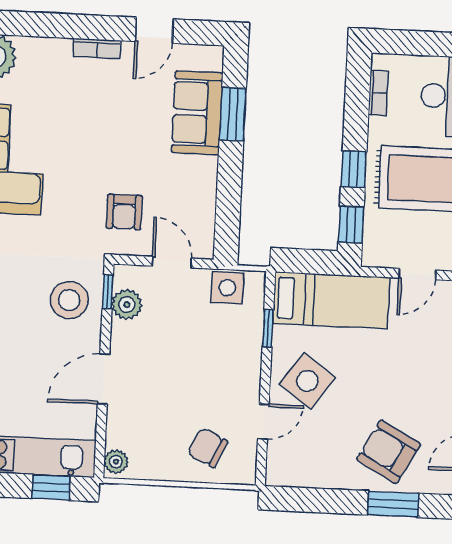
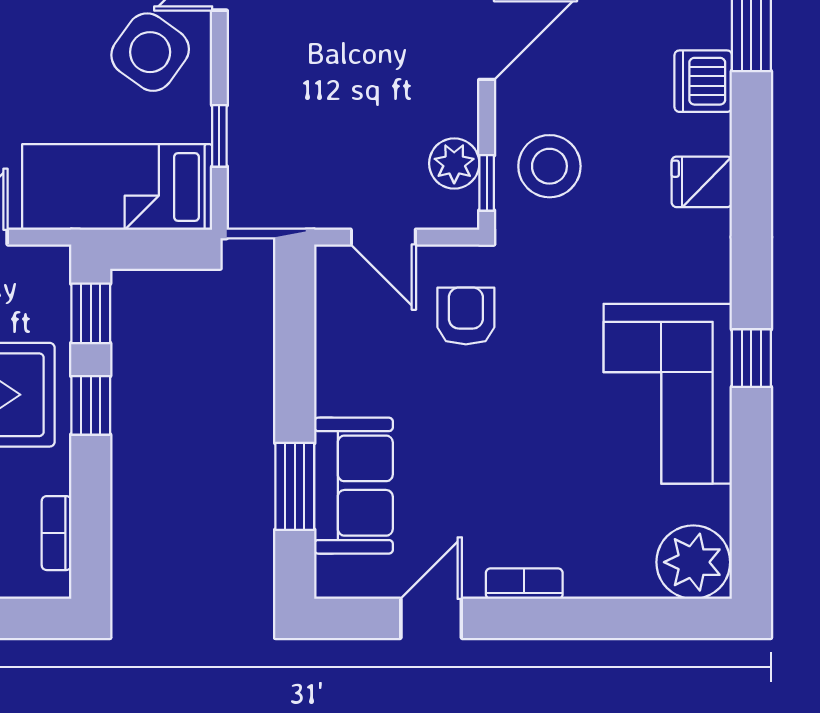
side table: (227, 288) -> (290, 199), removed

